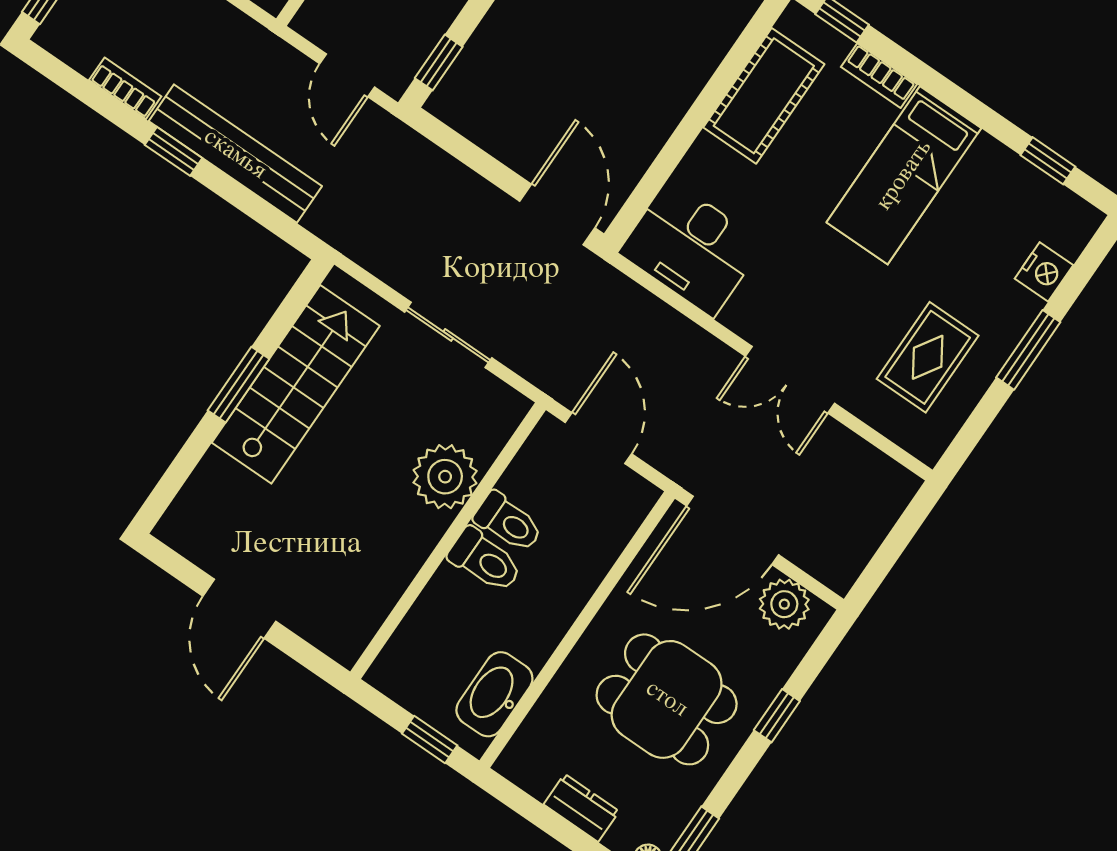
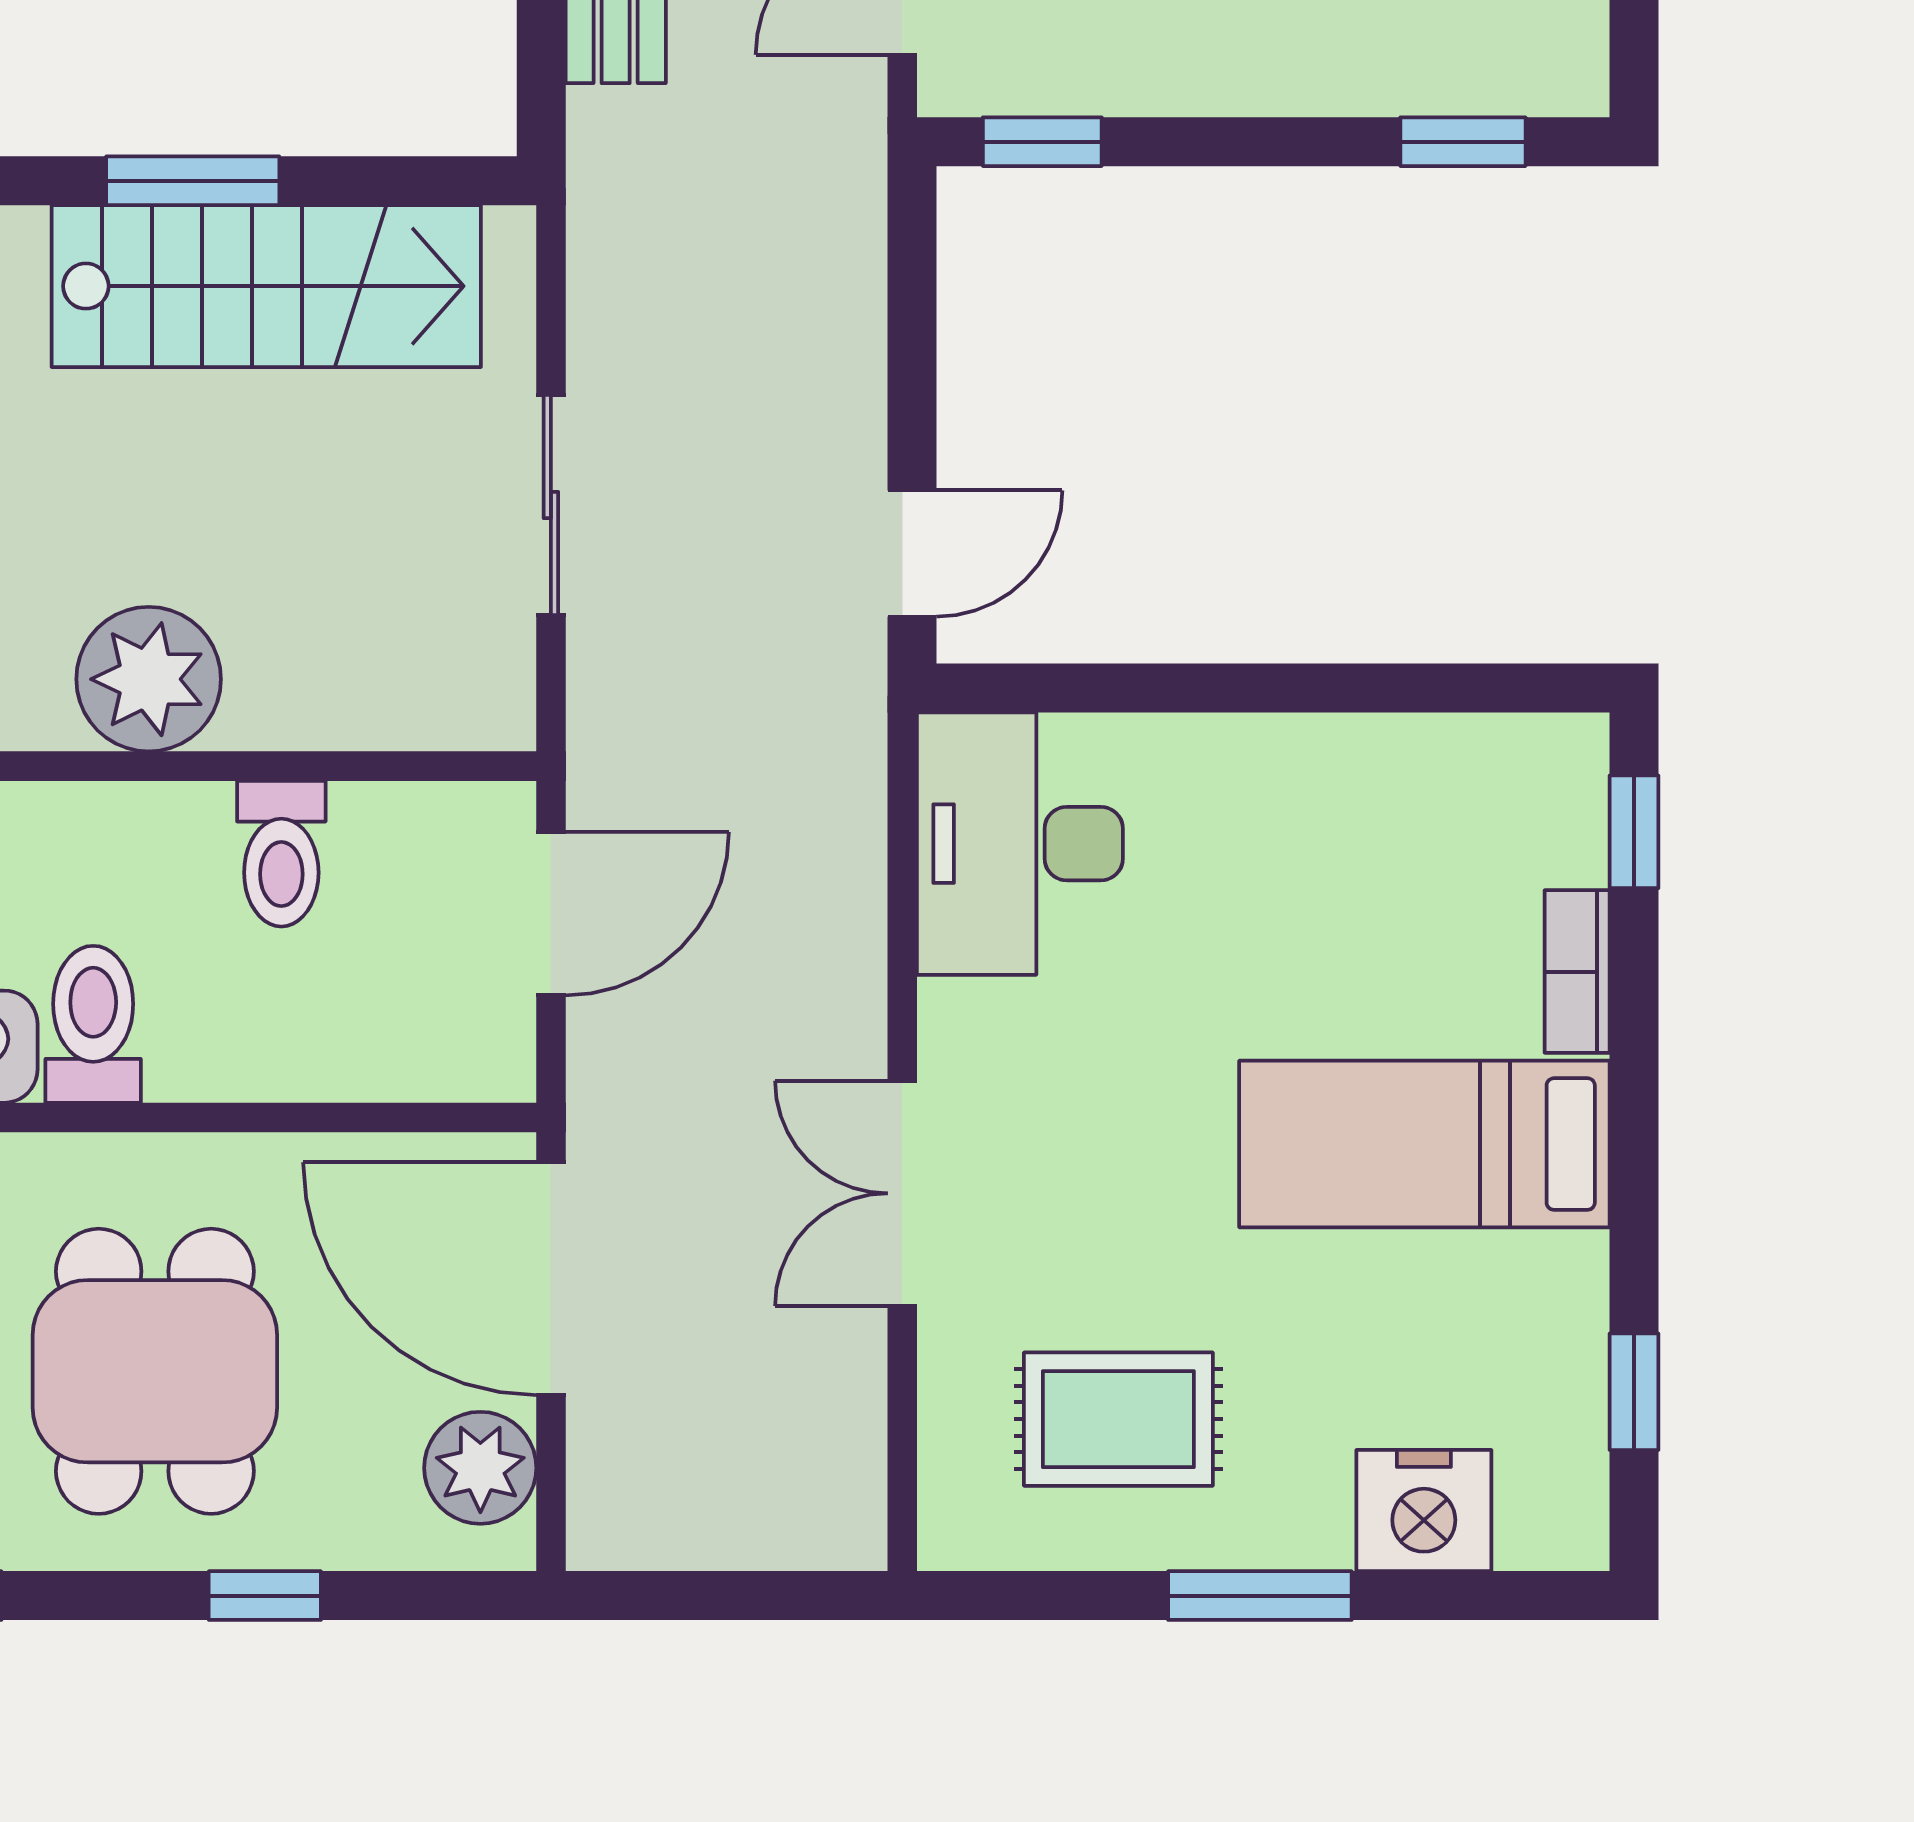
cot: (764, 96) -> (1393, 784), removed
door: (557, 214) -> (912, 554), width x0.73
nightstand: (1044, 272) -> (1424, 1511), width x1.36, depth x1.33
plant: (445, 477) -> (149, 679), moved
toilet: (485, 560) -> (93, 1024), moved, turned 180

